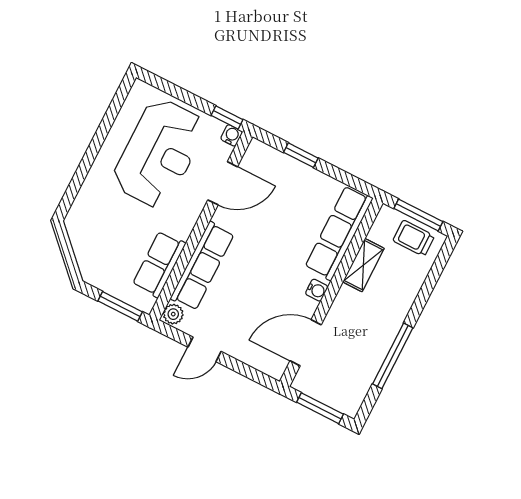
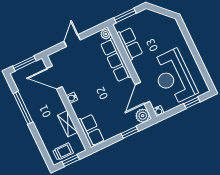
window: (227, 118) -> (192, 103), moved
plant: (259, 155) -> (143, 116), added
window: (418, 215) -> (71, 160), width x0.67
row of seats: (339, 233) -> (91, 131), width x0.68
door: (306, 343) -> (55, 78), swing flipped
door: (204, 349) -> (72, 41), moved

